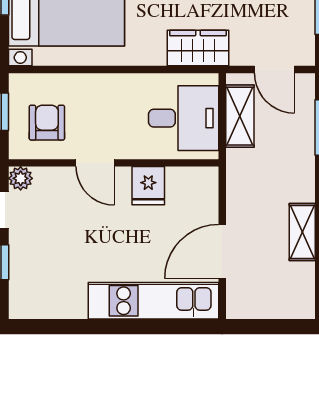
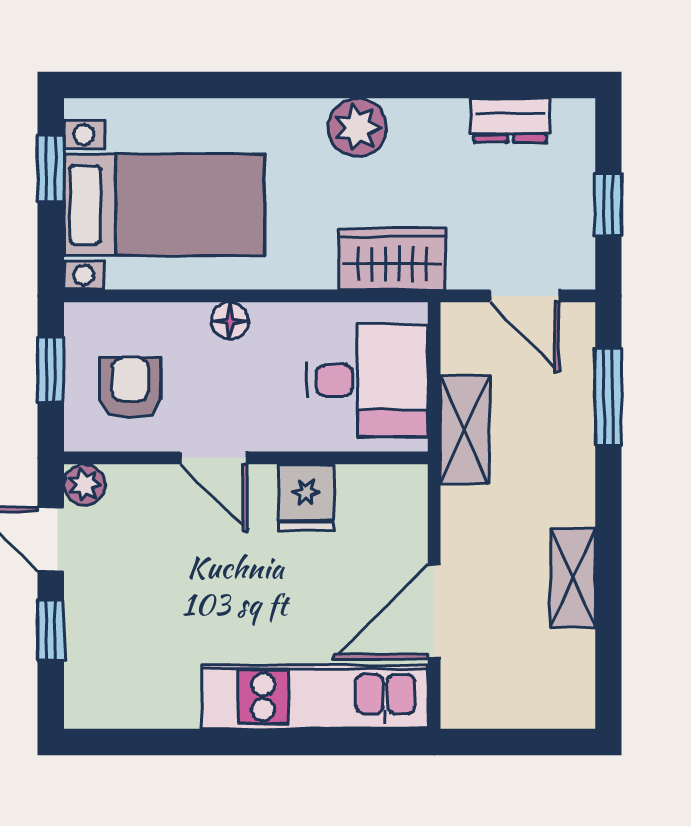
floor lamp: (104, 84) -> (230, 321), added
shelving: (240, 116) -> (465, 430), moved

